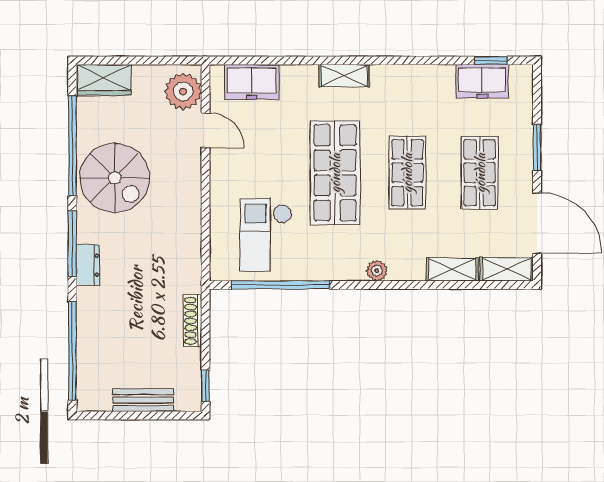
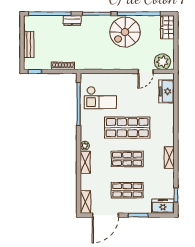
shelving: (344, 76) -> (169, 158), moved
freezer: (482, 81) -> (163, 206), moved, turned 90
checkout: (266, 235) -> (100, 98), turned 180
dresser: (88, 265) -> (72, 20), moved
shelving: (452, 269) -> (85, 162), moved

